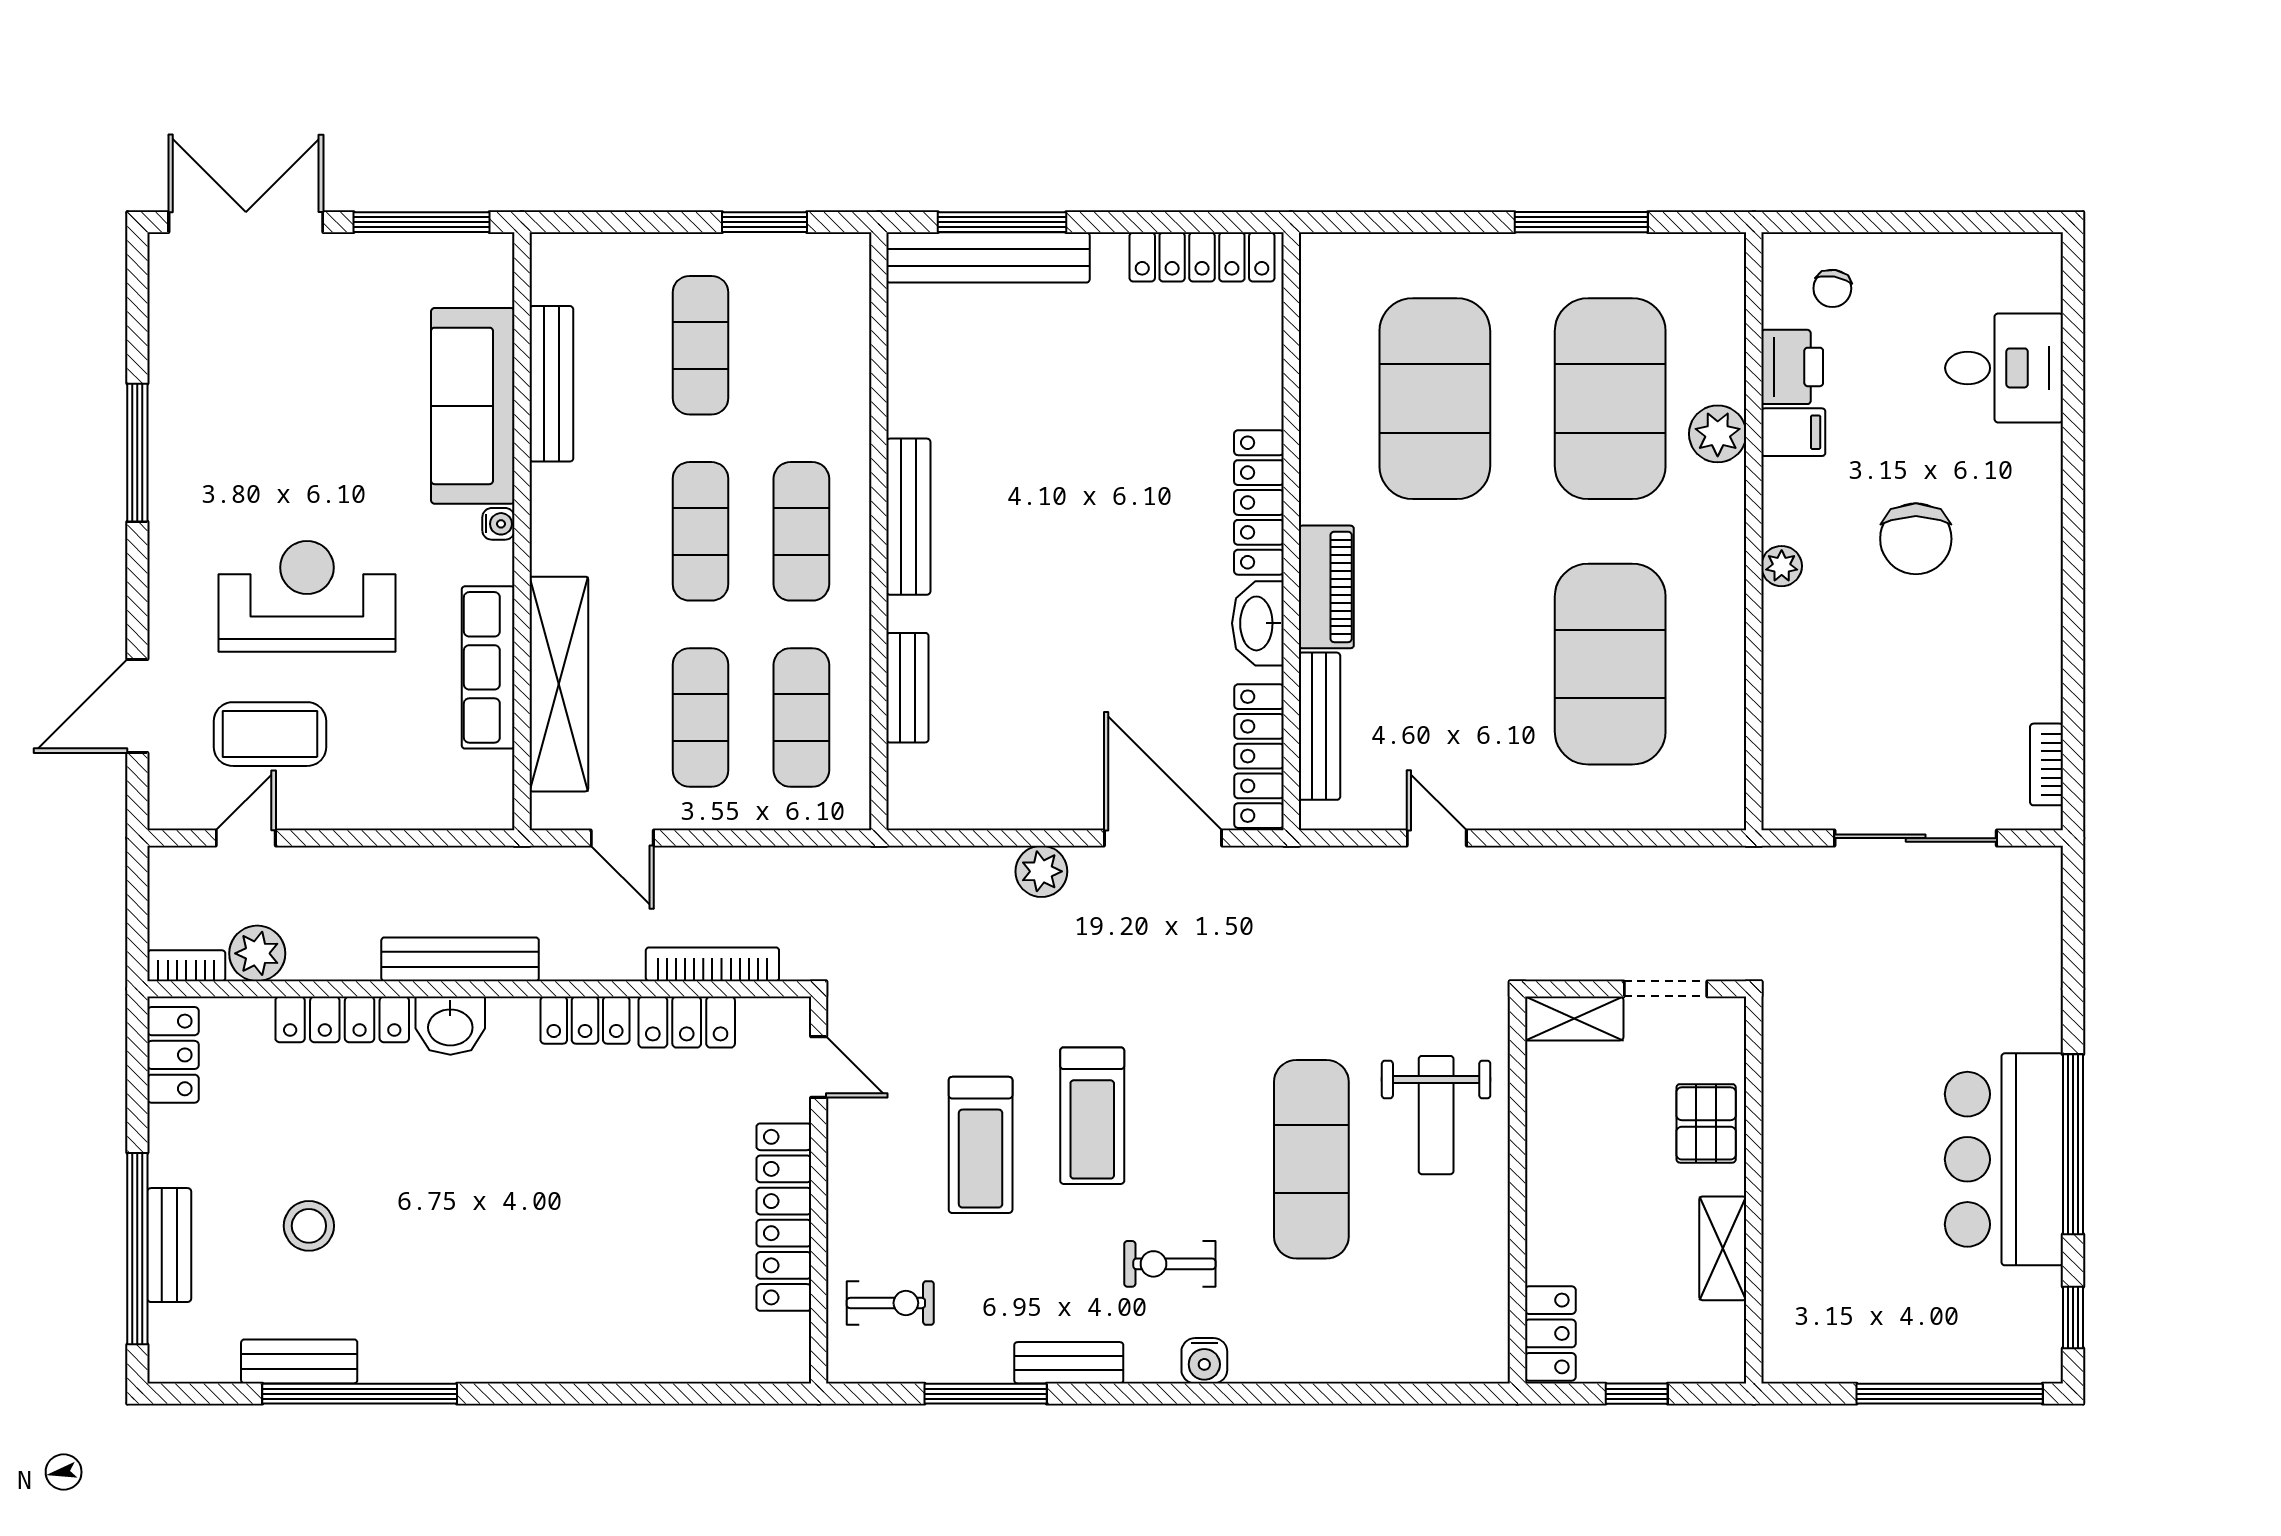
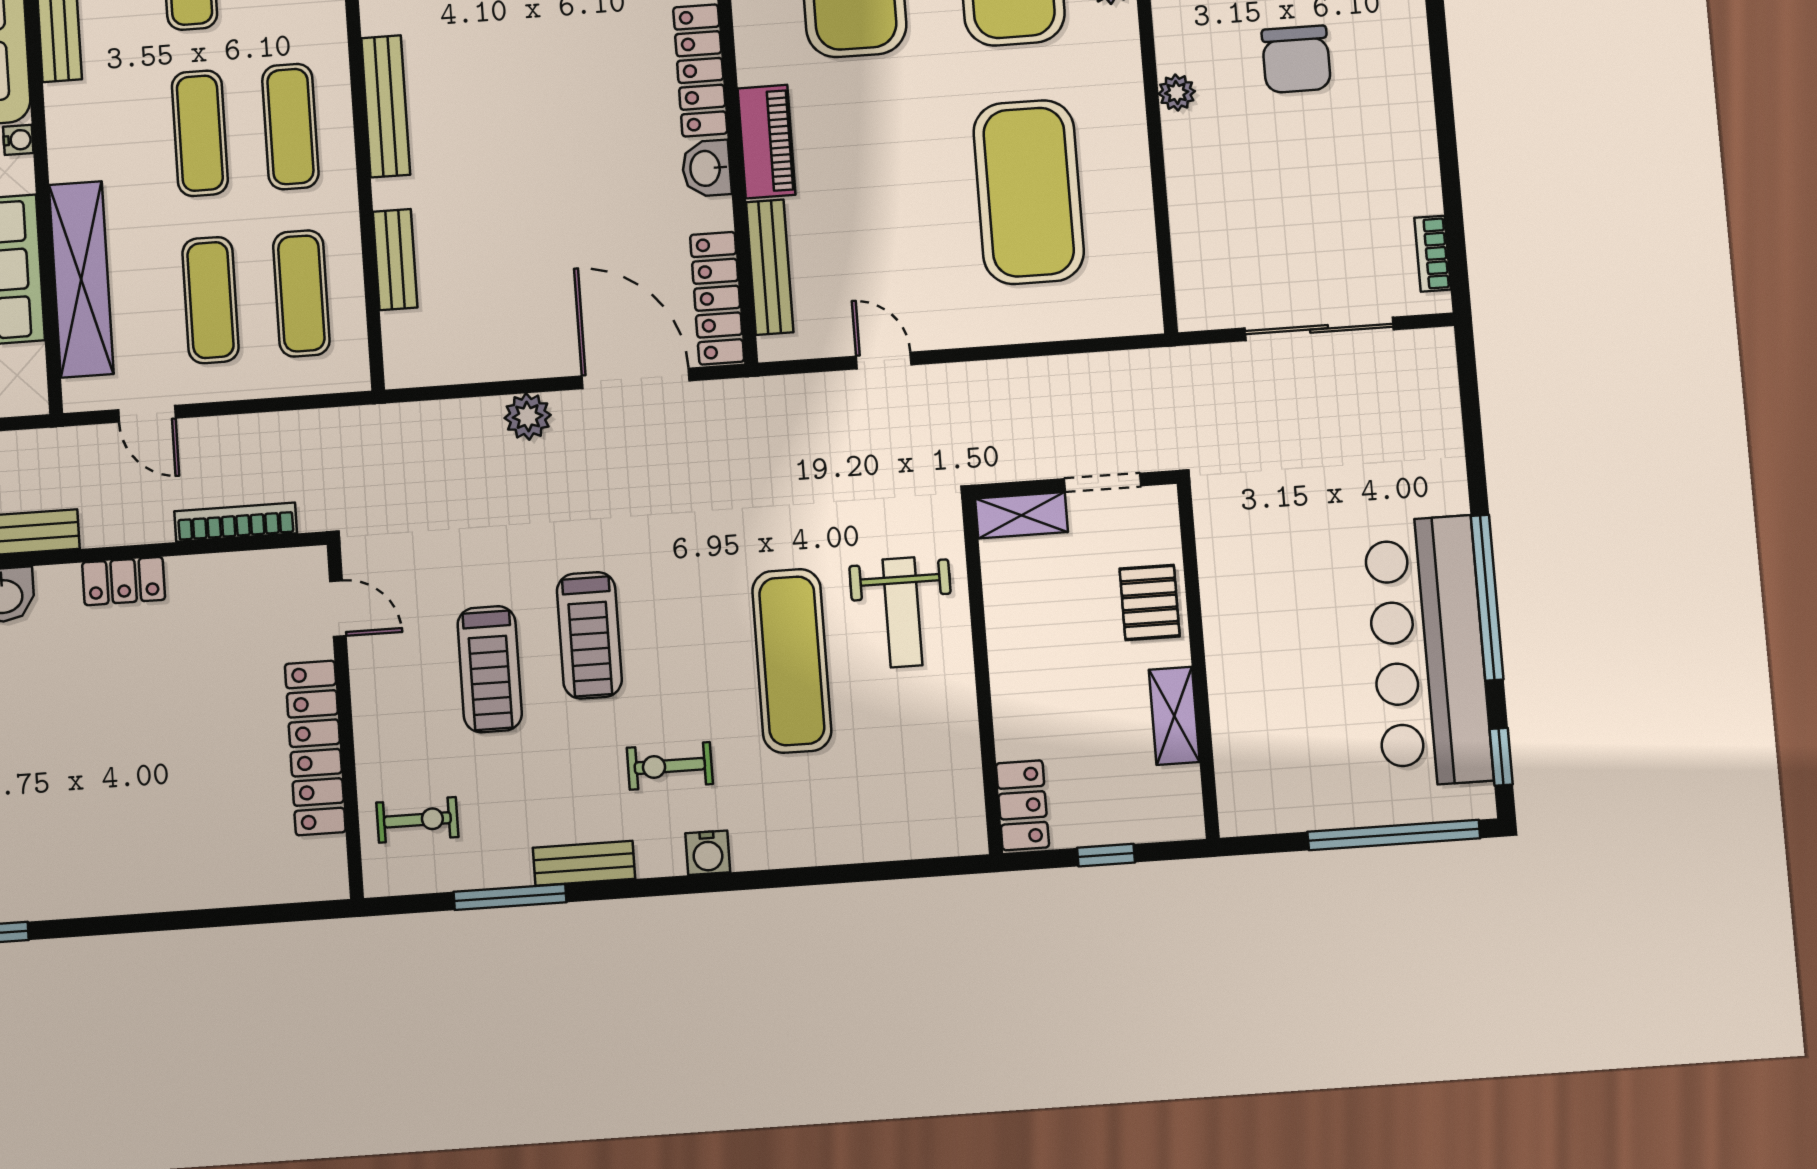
washbasin: (1258, 623) -> (706, 168), width x0.72
locker: (687, 1022) -> (216, 576), removed
bar counter: (2004, 1159) -> (1428, 651), width x1.36

